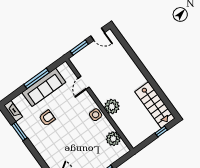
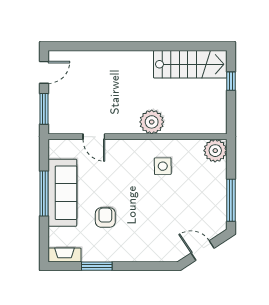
side table: (96, 115) -> (163, 166), moved
plant: (113, 139) -> (215, 151), moved

